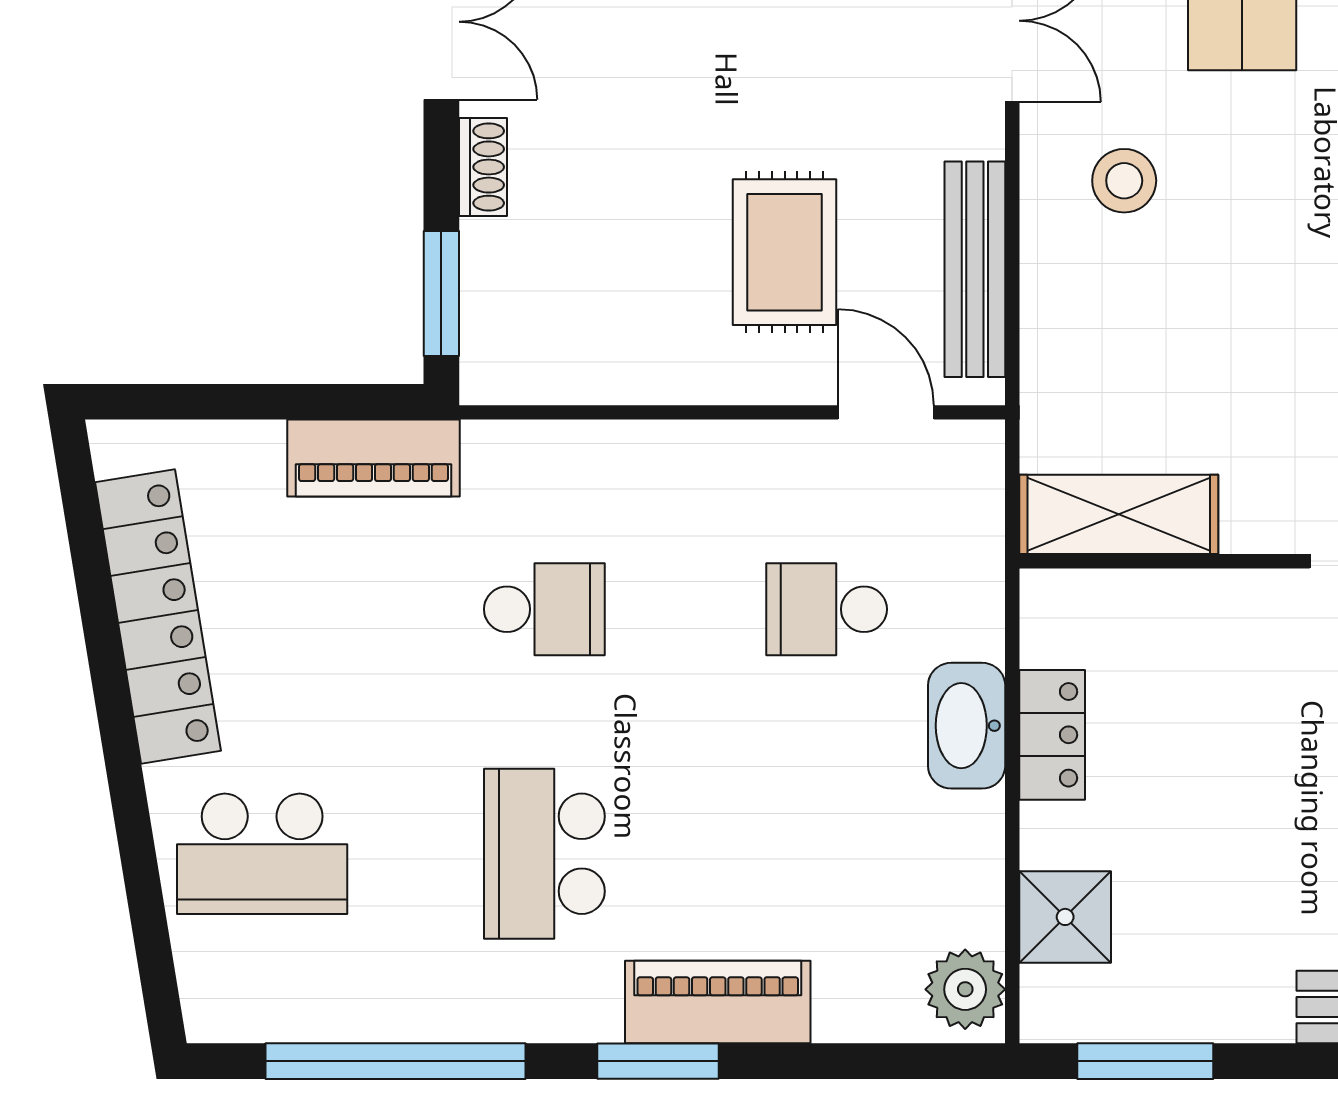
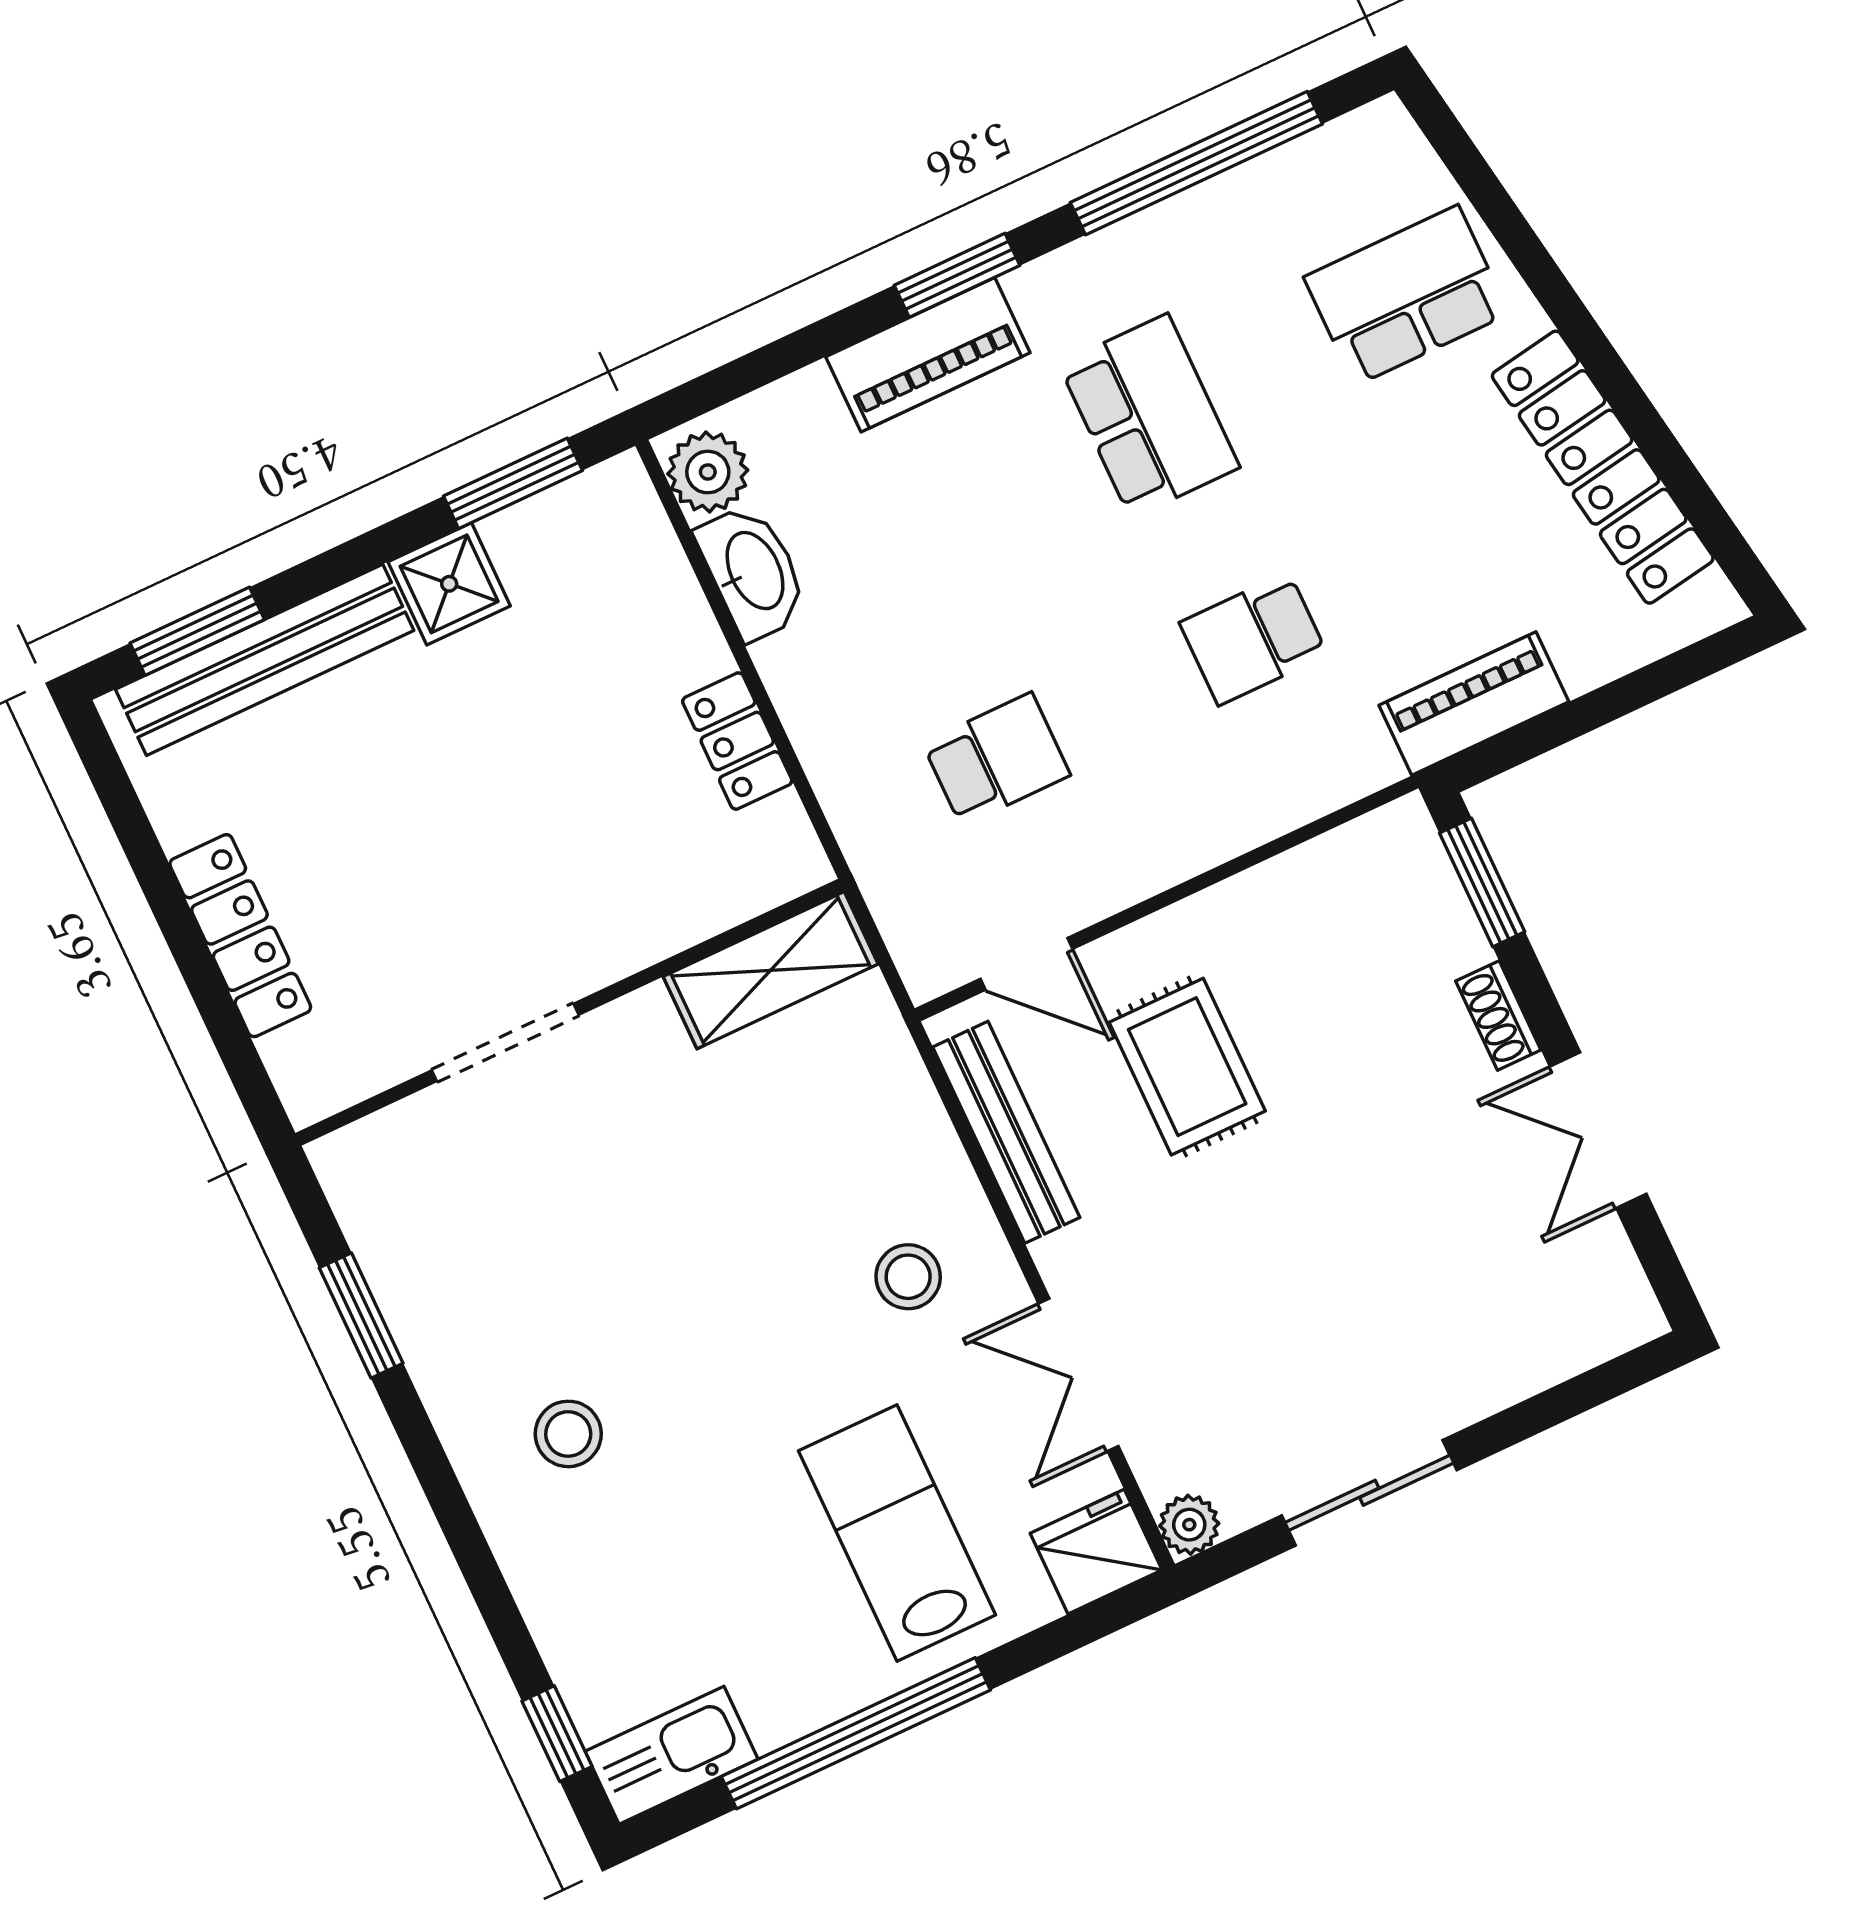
washbasin: (967, 726) -> (753, 572), moved
shower: (1065, 917) -> (449, 584), moved

